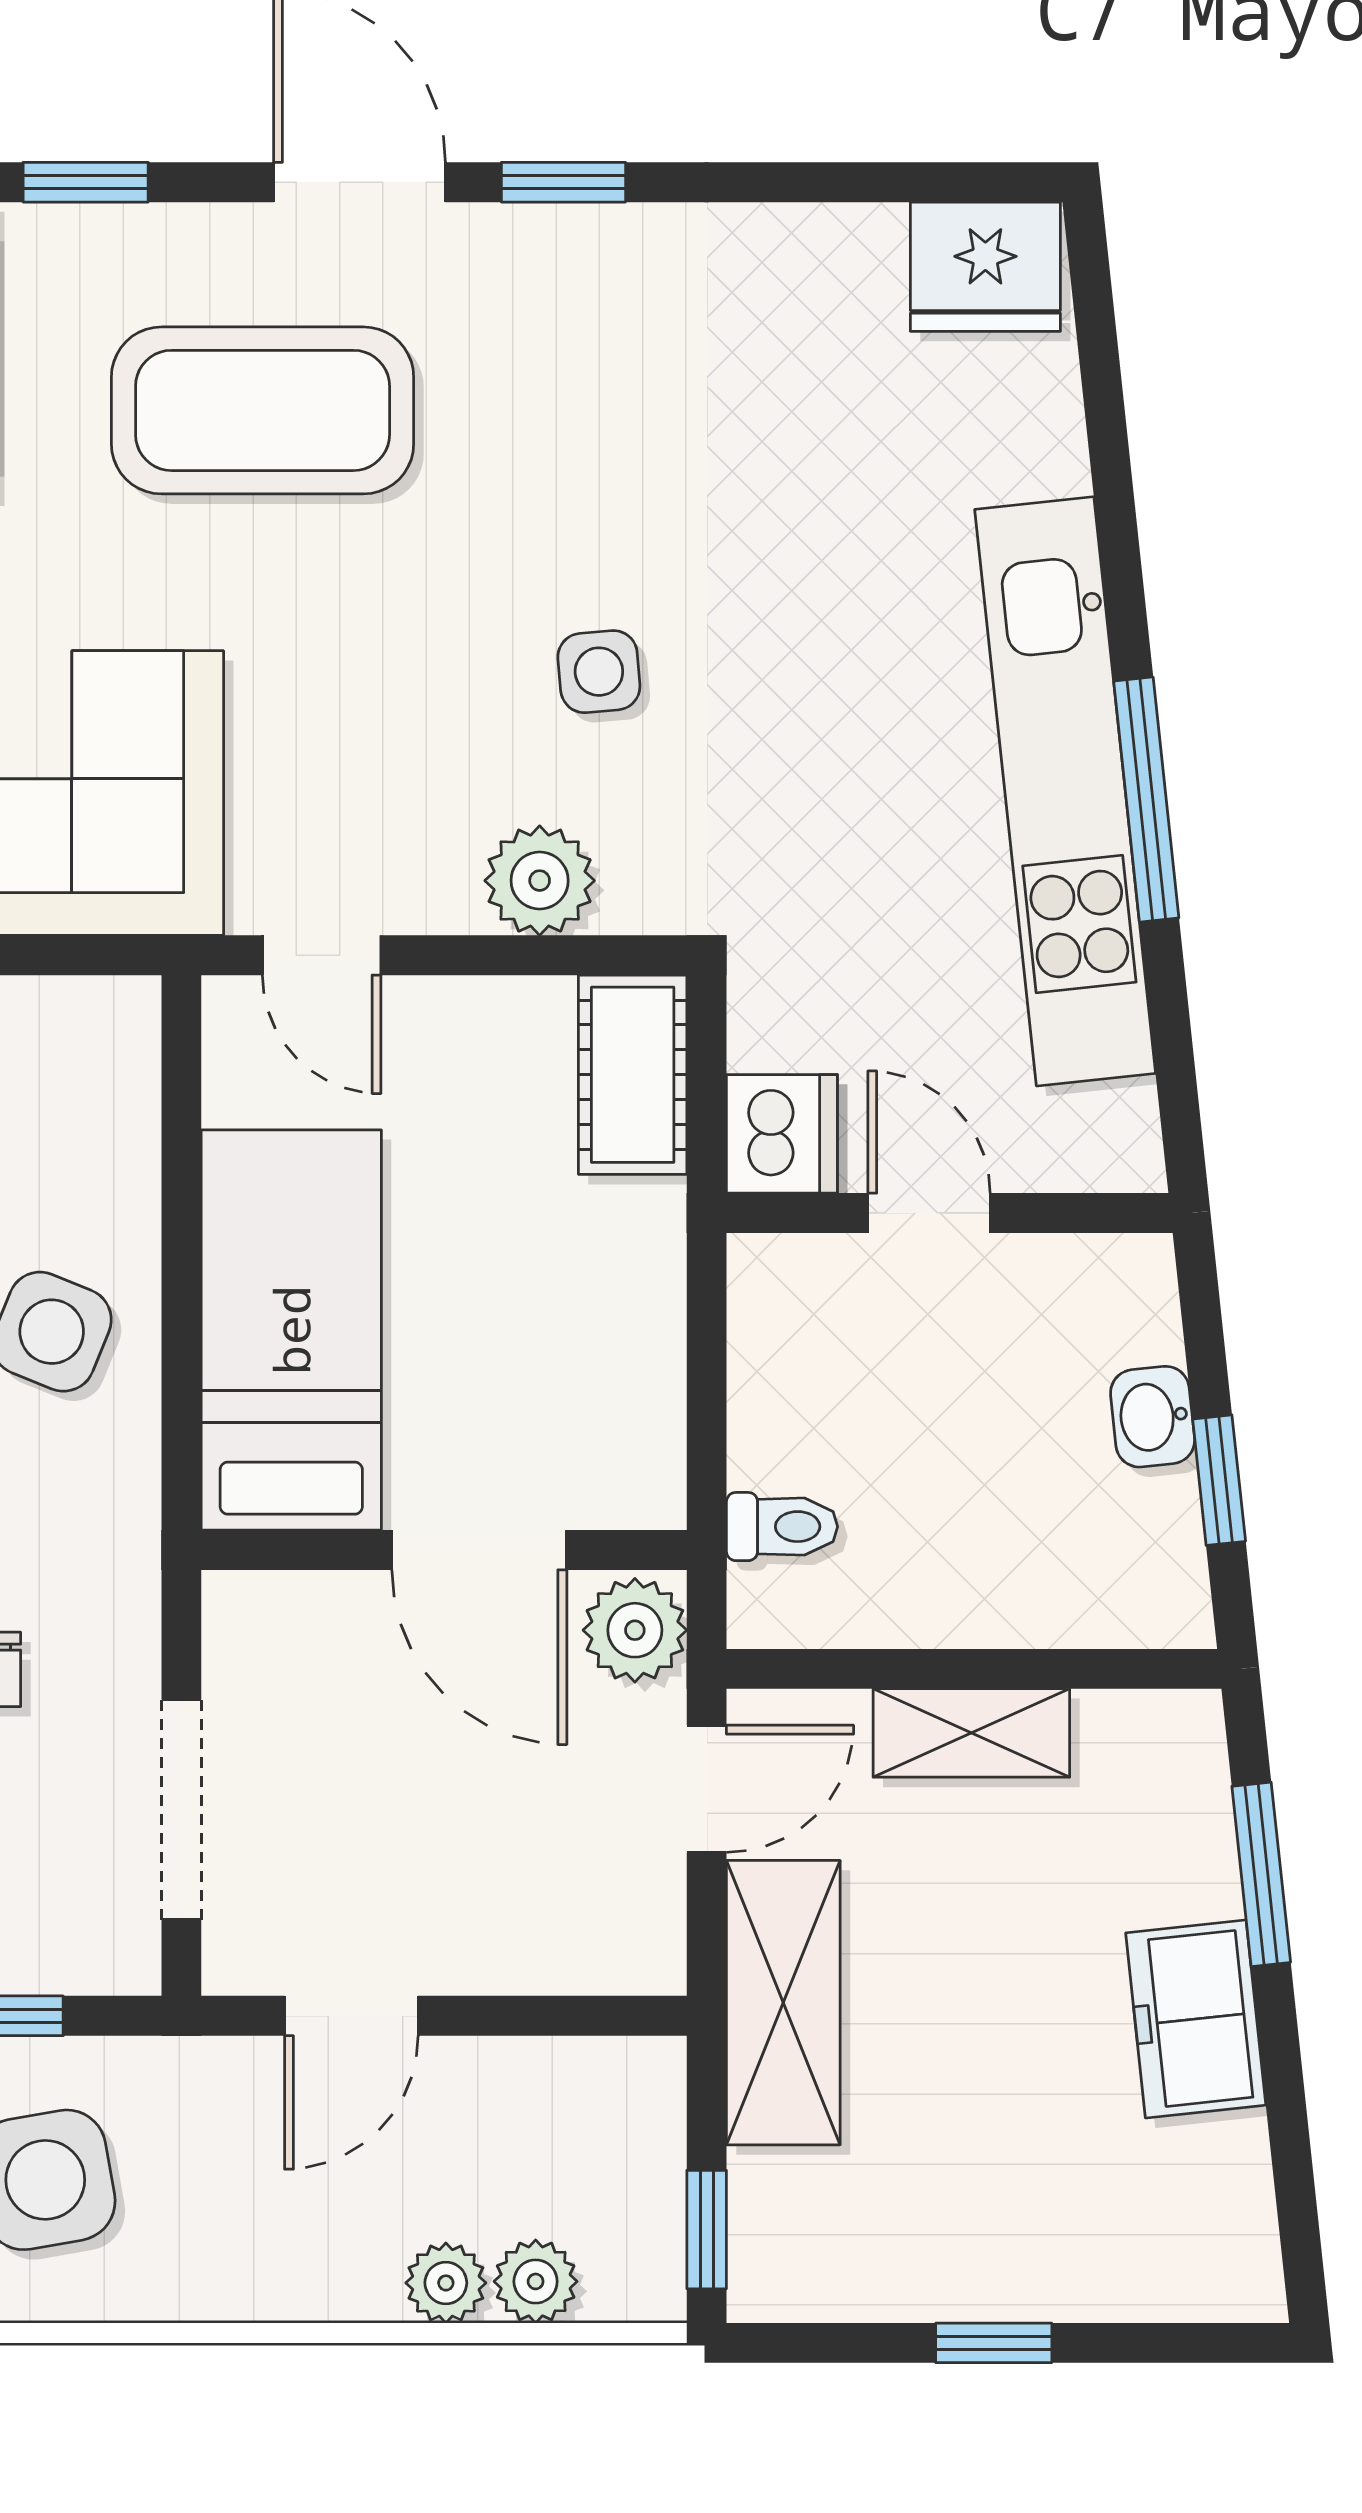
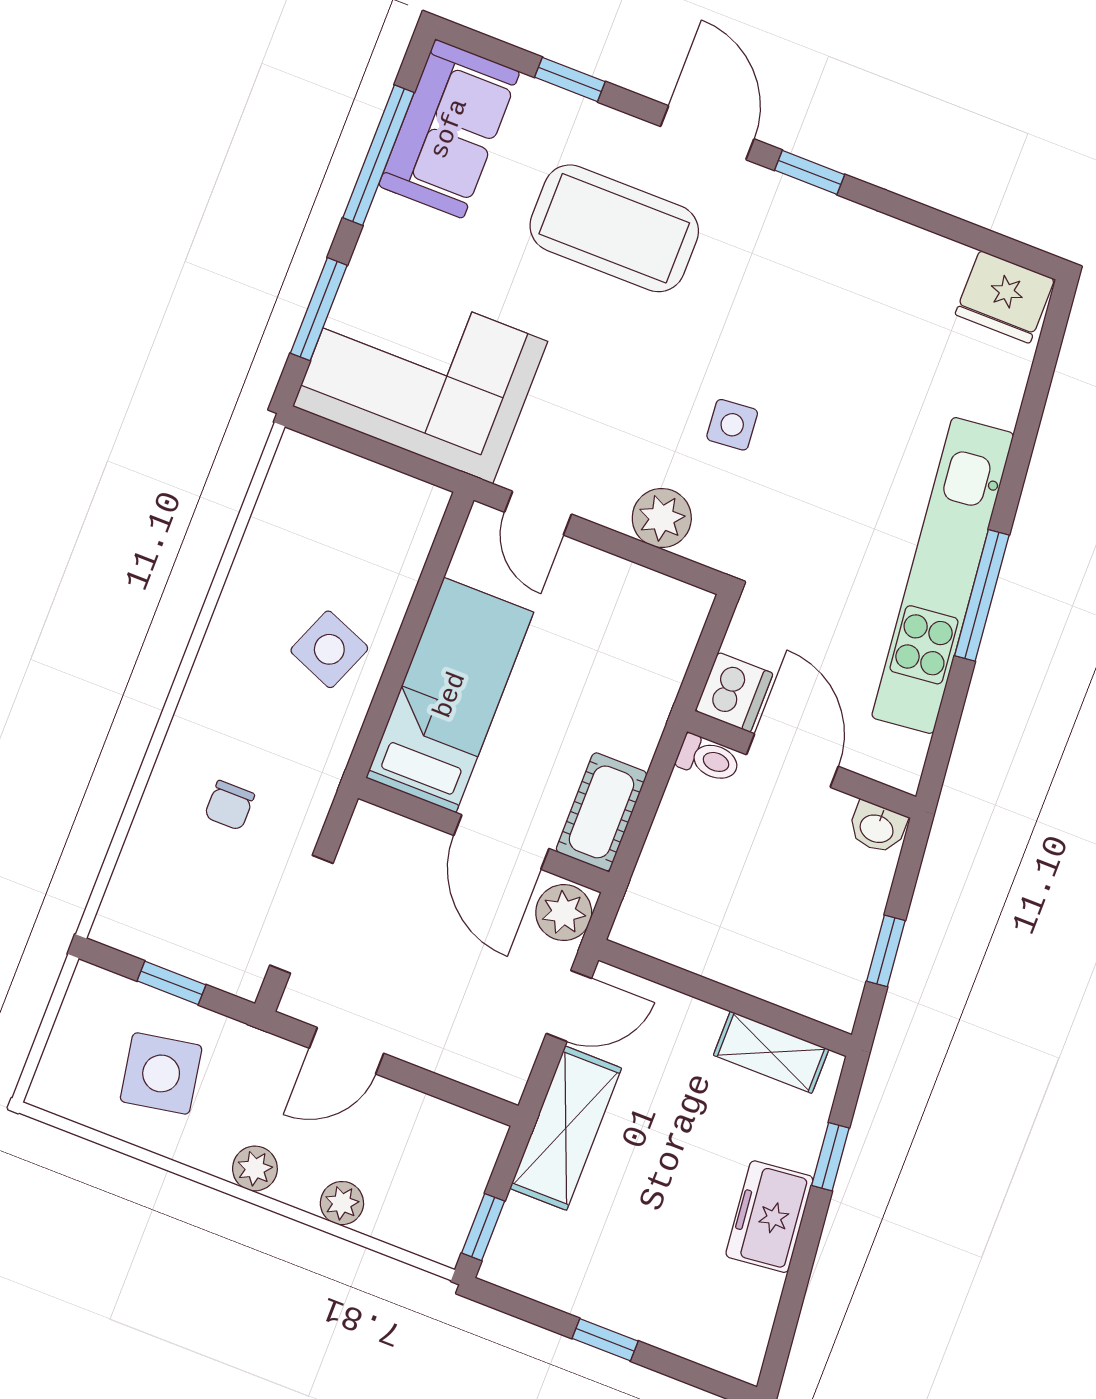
cot: (633, 1075) -> (601, 812), moved
door: (929, 1213) -> (792, 760), width x1.37
washbasin: (1153, 1417) -> (877, 828), moved, turned -84
toilet: (782, 1527) -> (708, 759), moved
shelving: (971, 1733) -> (771, 1052), moved
window: (1261, 1874) -> (830, 1157), width x0.67
plant: (536, 2281) -> (255, 1168), moved

